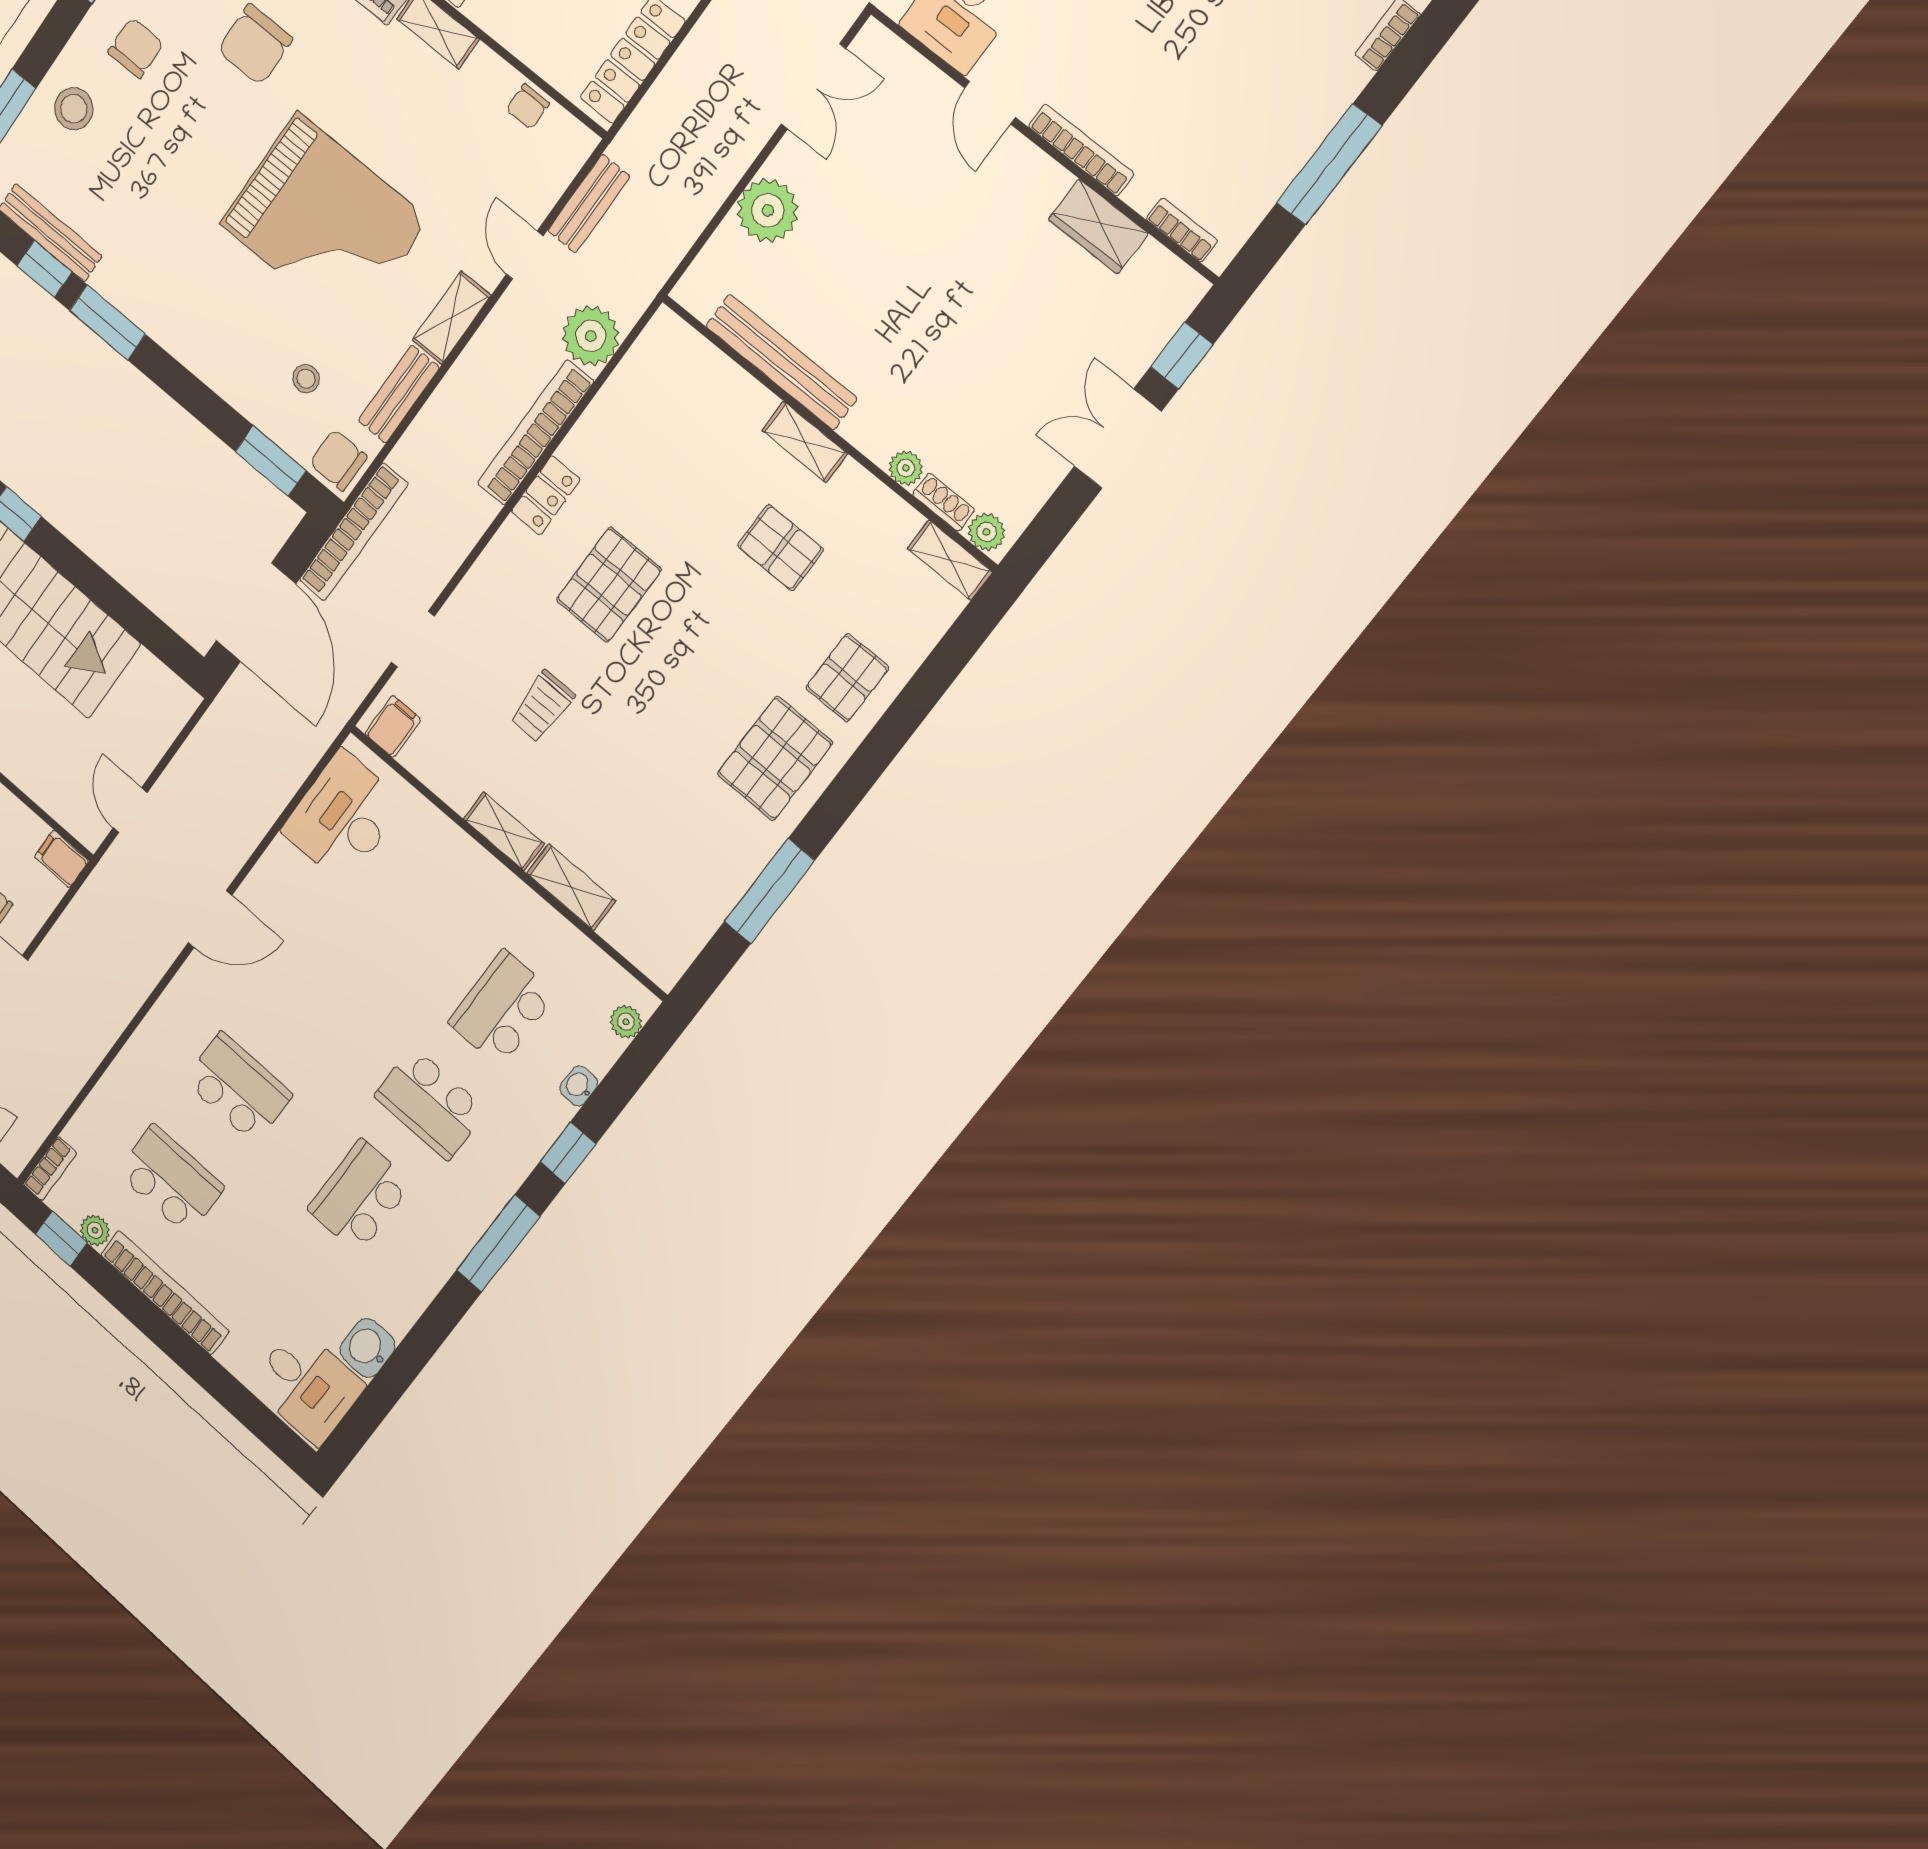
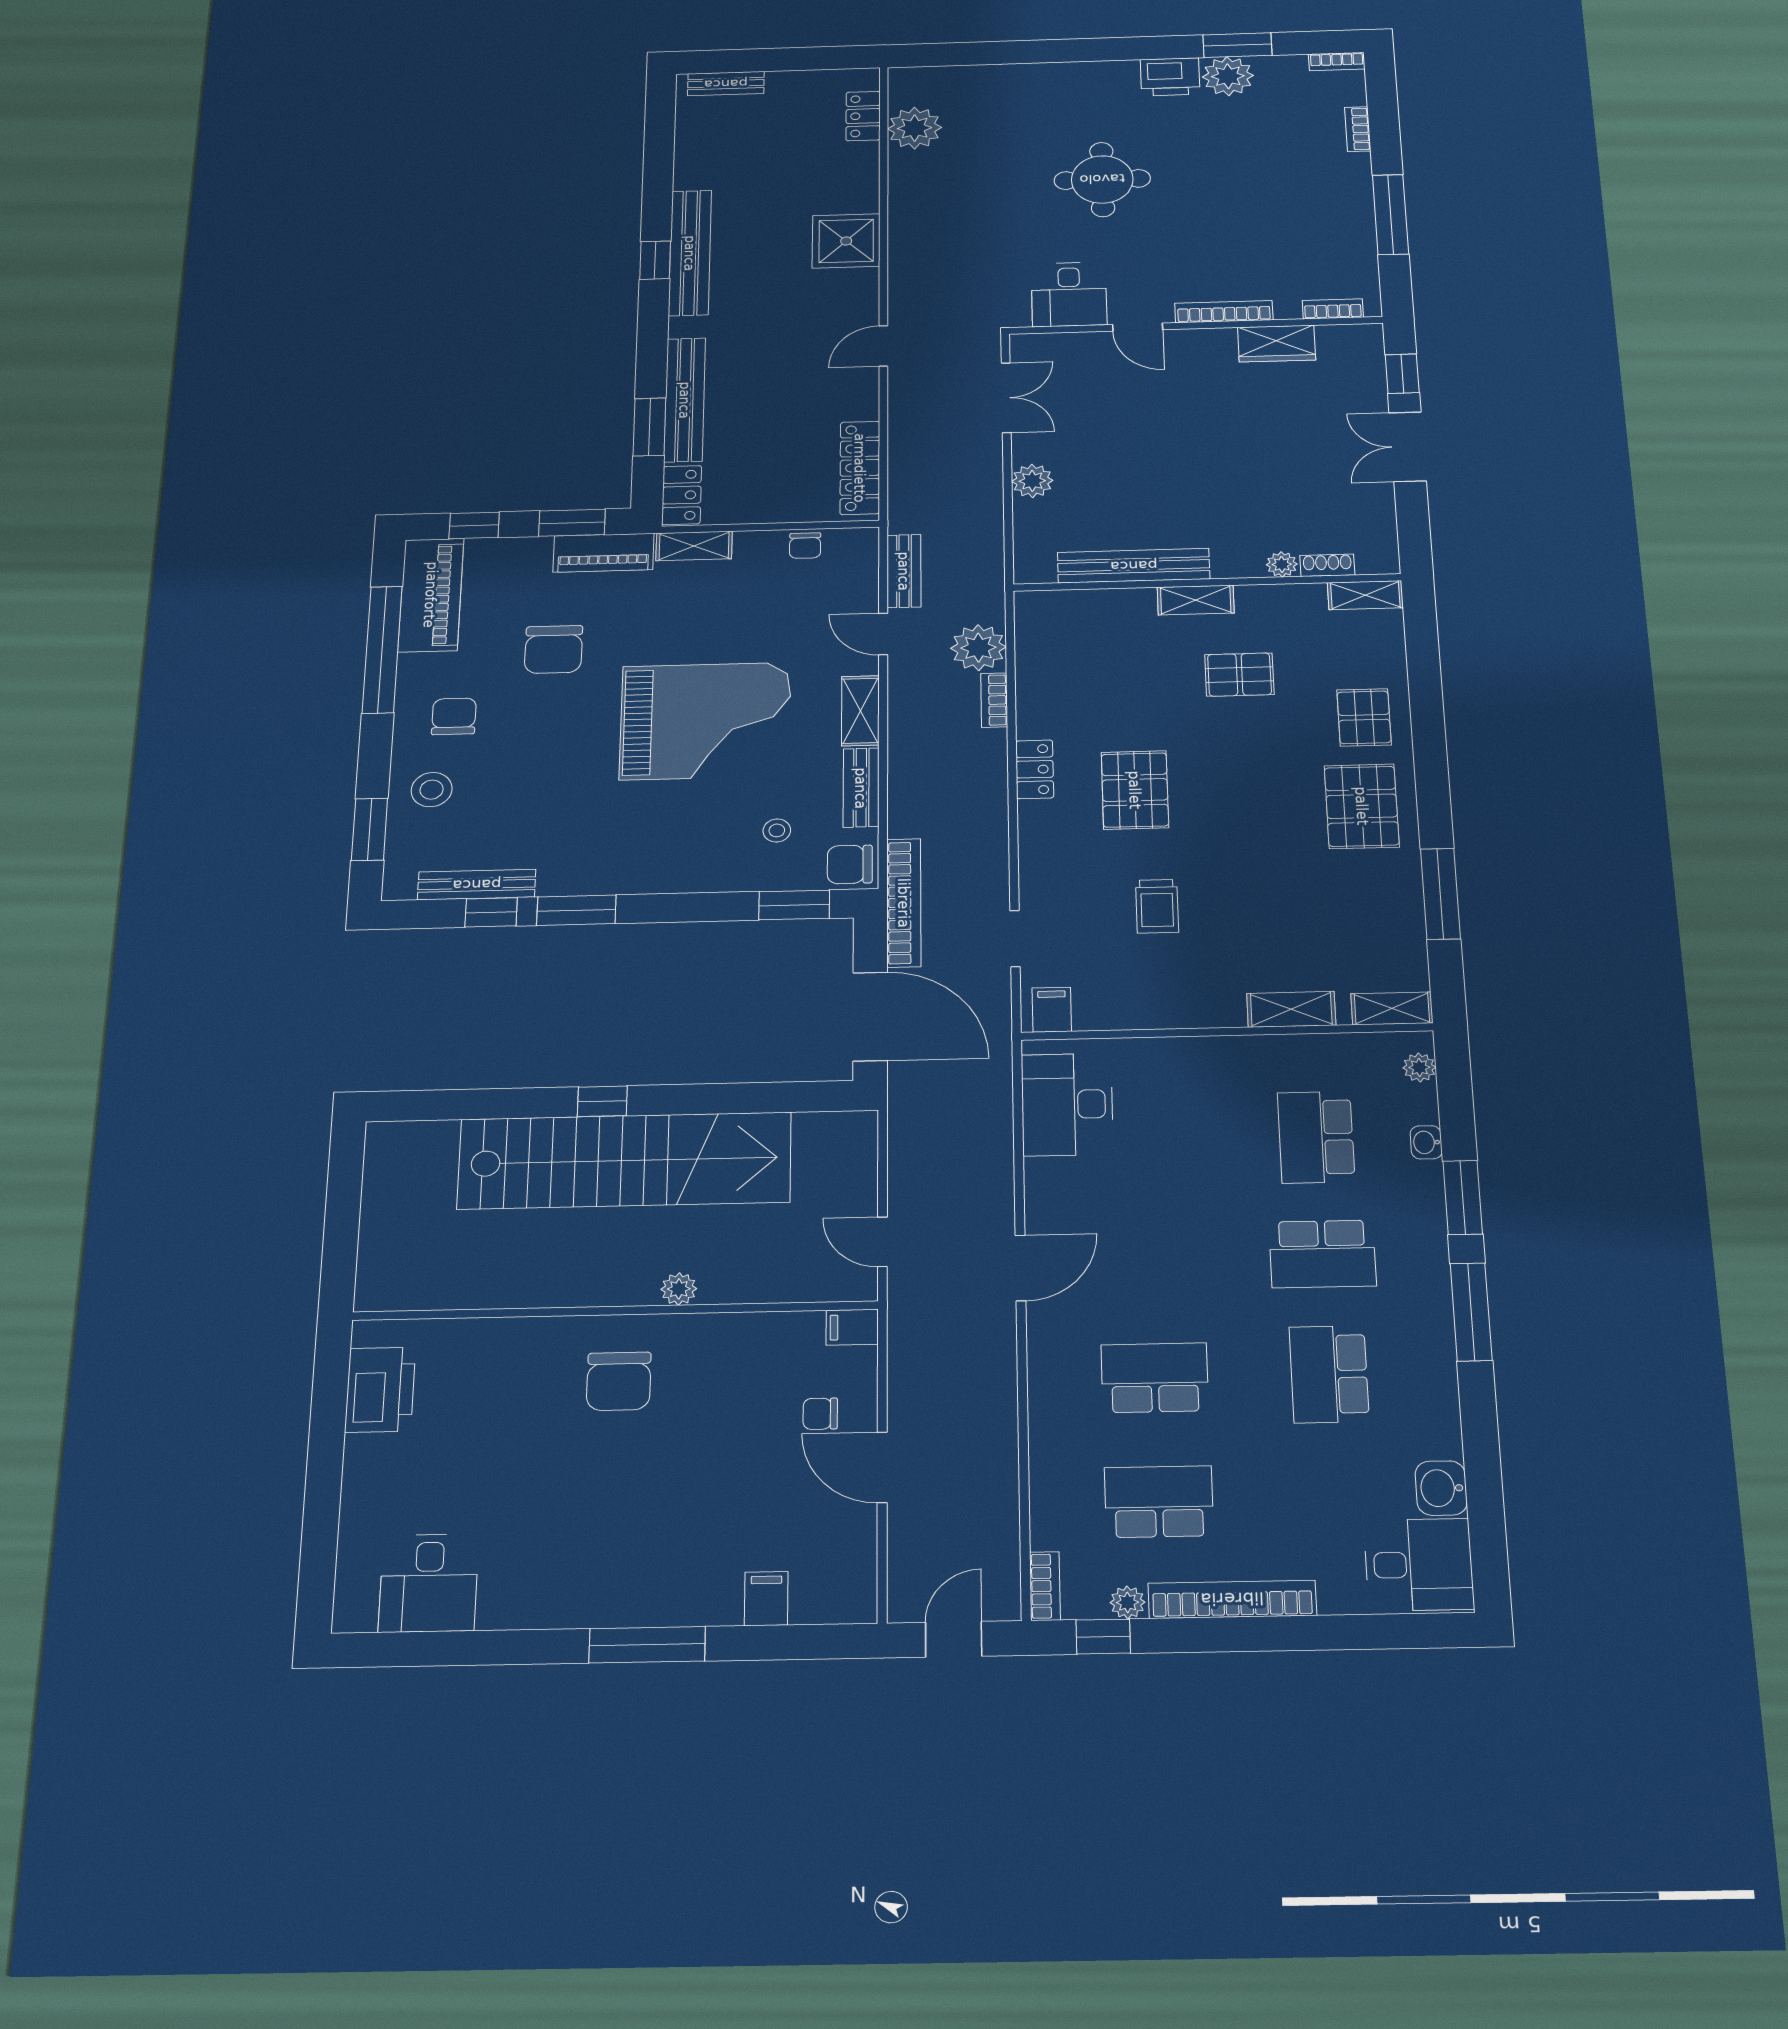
plant: (768, 210) -> (1032, 481), width x0.73, depth x0.73
bookcase: (535, 433) -> (994, 700), width x0.43, depth x0.76
plant: (987, 532) -> (1374, 561), removed
shelving: (504, 831) -> (1392, 1008), moved
window: (568, 1153) -> (1463, 1197), width x1.50

